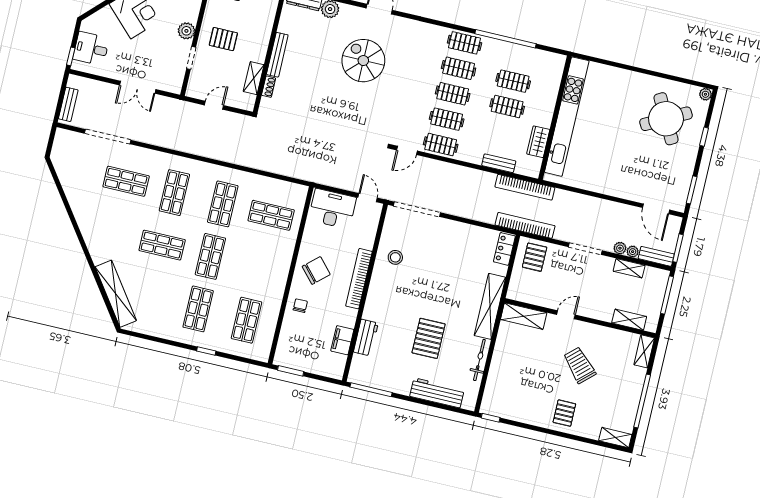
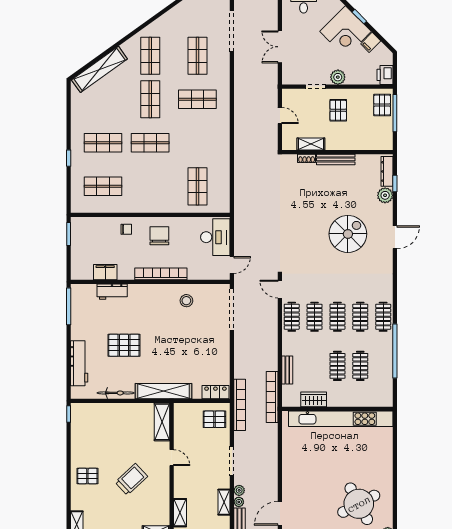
shop shelf: (223, 204) -> (150, 56), moved, turned 90
chair: (316, 270) -> (159, 236), turned -138

